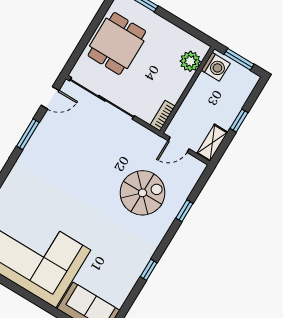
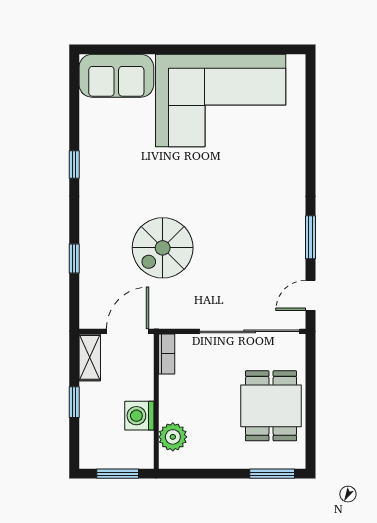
washing machine: (216, 67) -> (139, 416), moved
door: (179, 145) -> (128, 331), width x1.38
spiral stairs: (143, 193) -> (163, 248), moved

